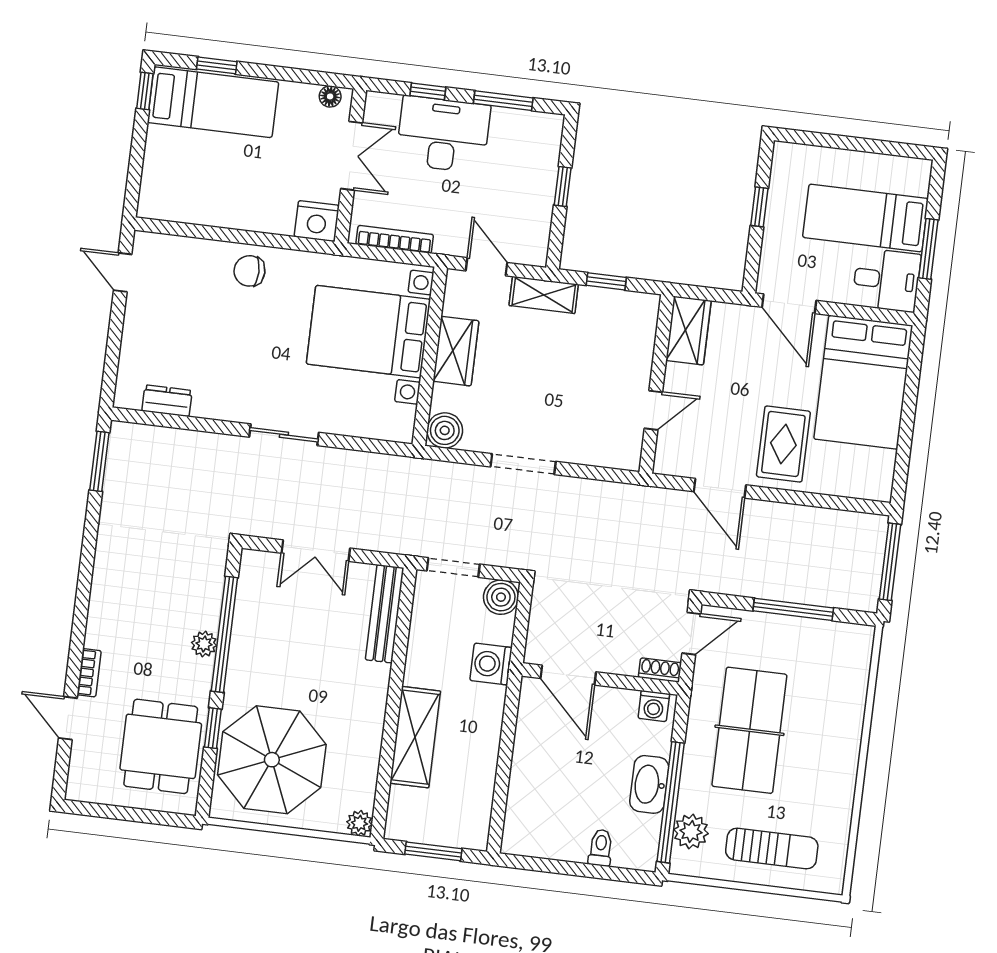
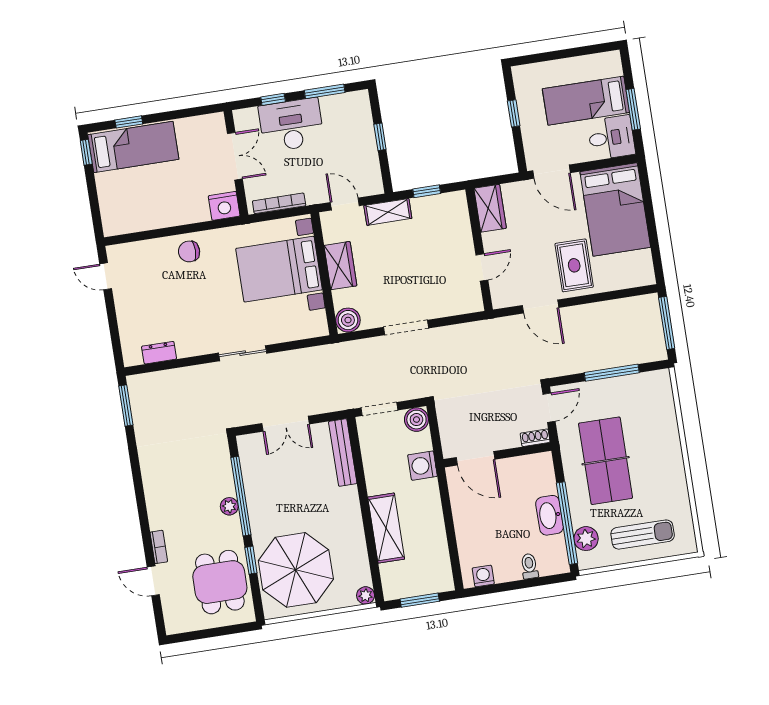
floor lamp: (330, 96) -> (210, 121), removed
washing machine: (654, 706) -> (483, 576), moved, turned 180

